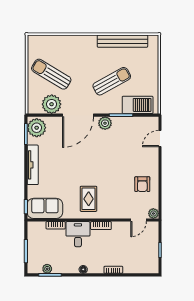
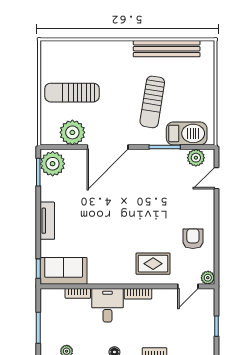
sun lounger: (51, 74) -> (72, 93), turned -31
sun lounger: (112, 81) -> (152, 102), turned 128
plant: (105, 123) -> (196, 158), moved
tv unit: (33, 165) -> (47, 221), width x0.71
armchair: (142, 184) -> (193, 239), turned 180
rug: (89, 199) -> (153, 264), moved, turned 90

